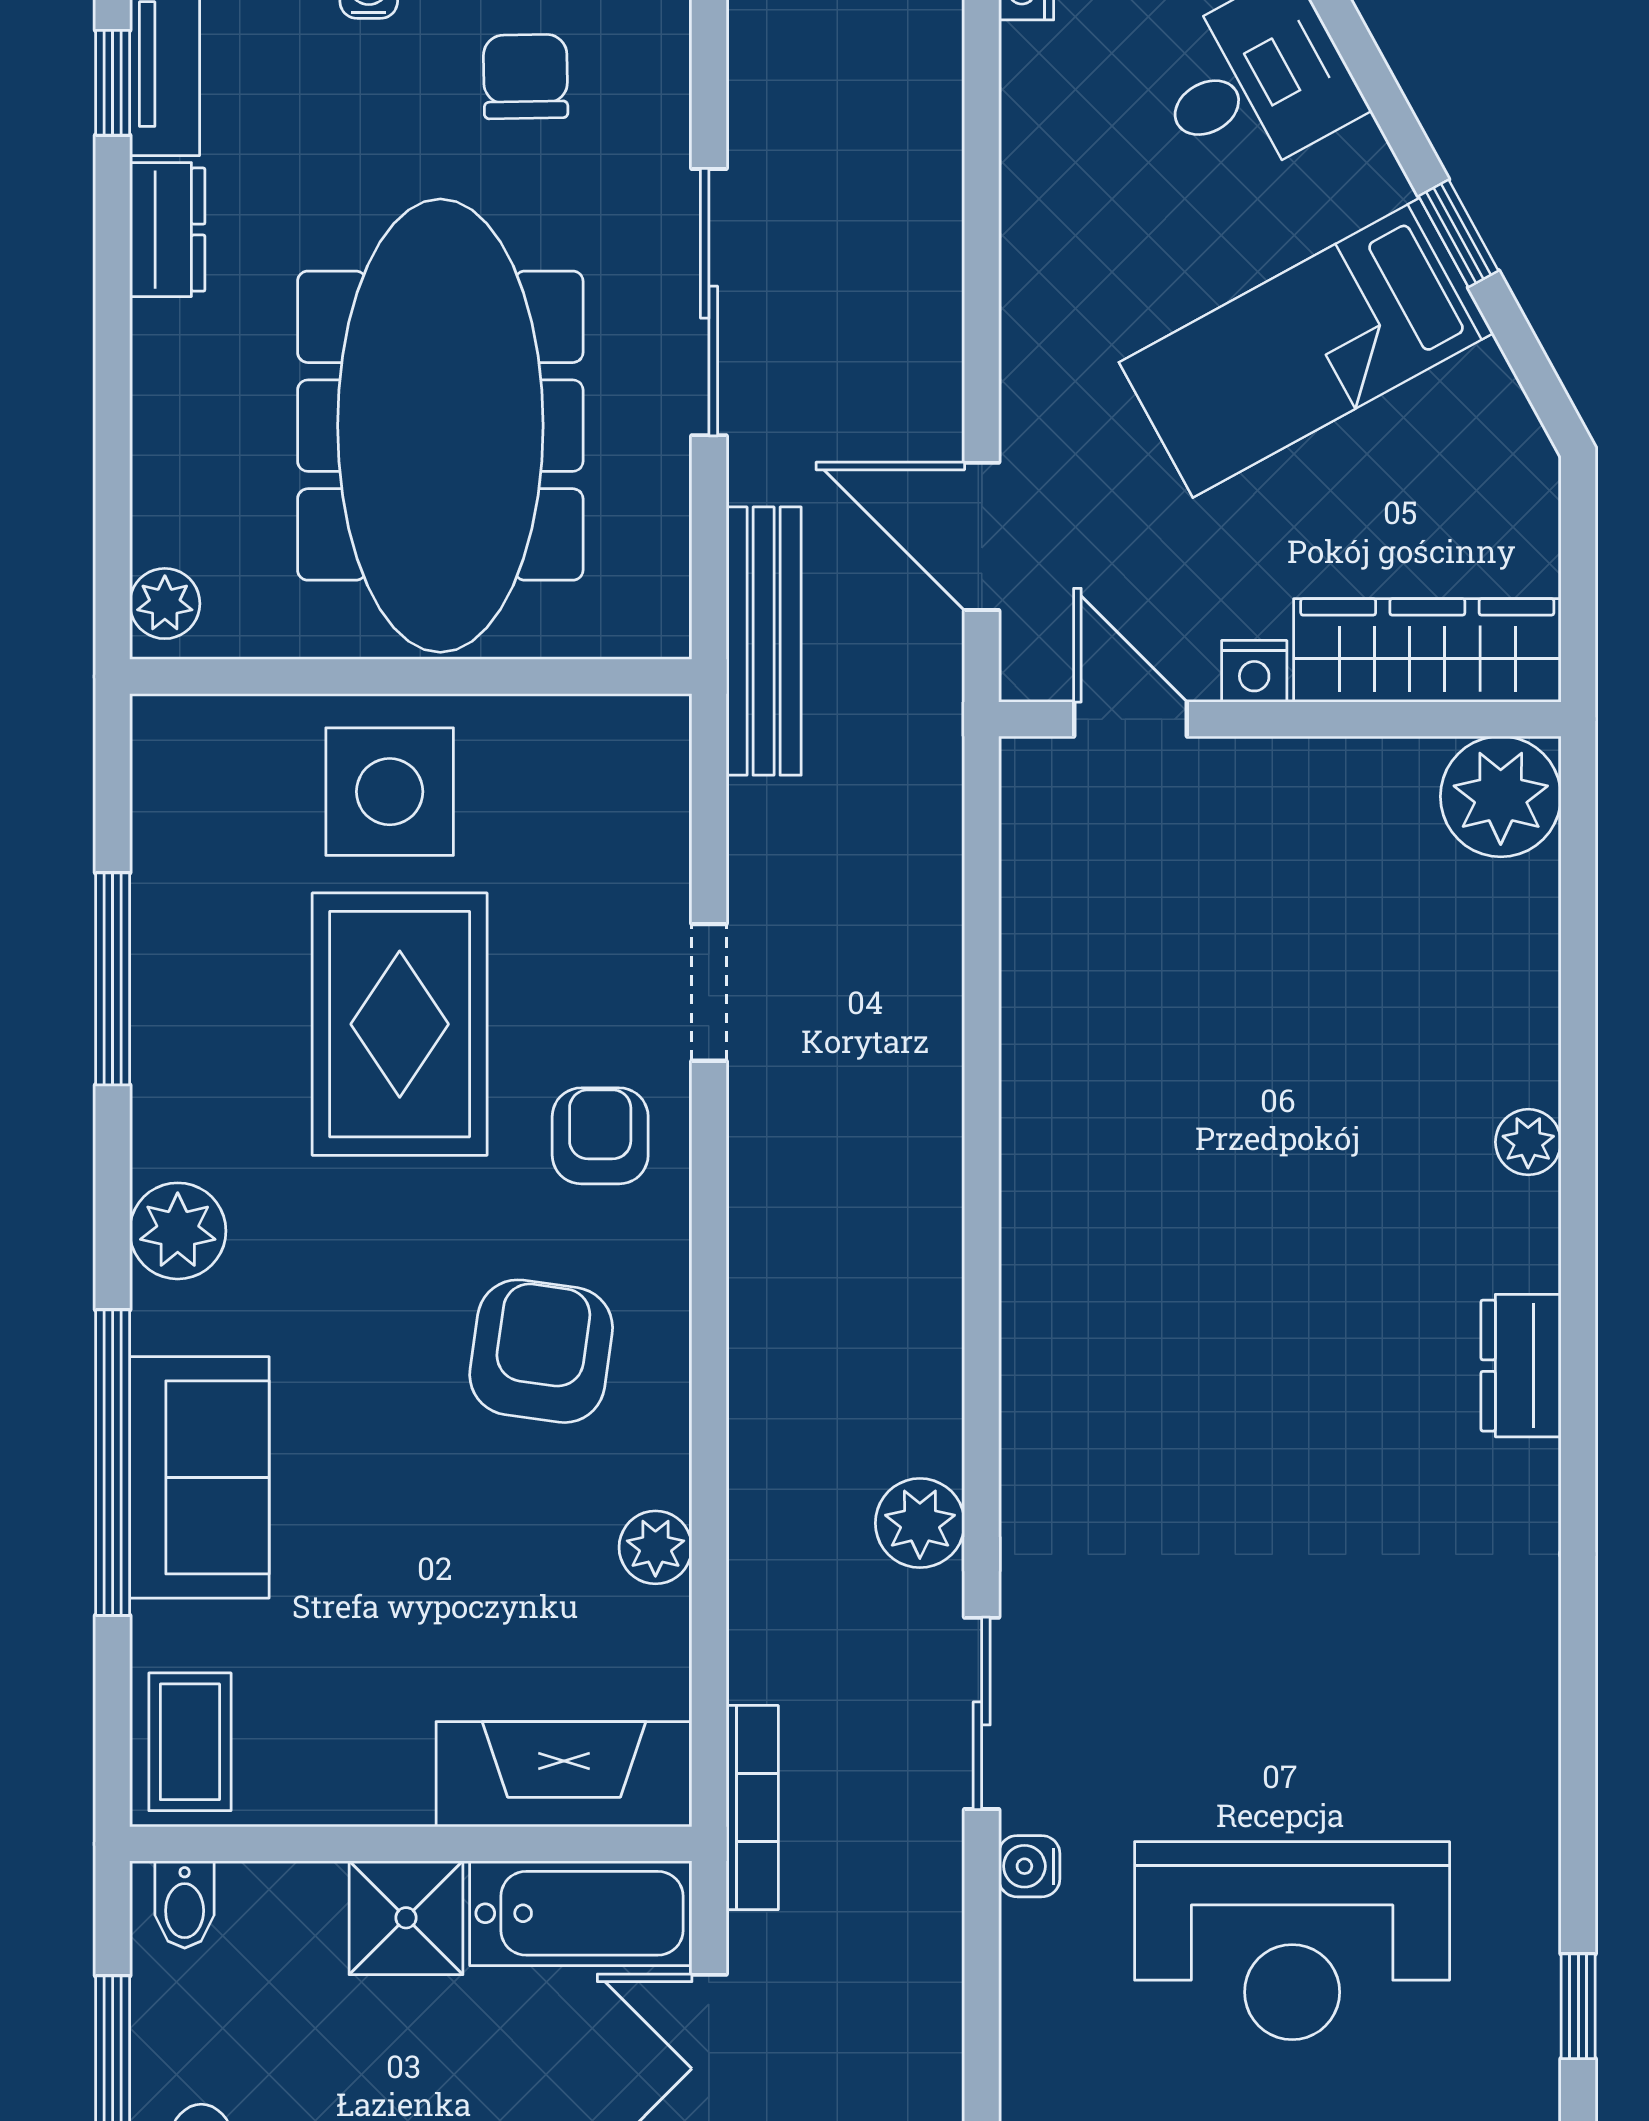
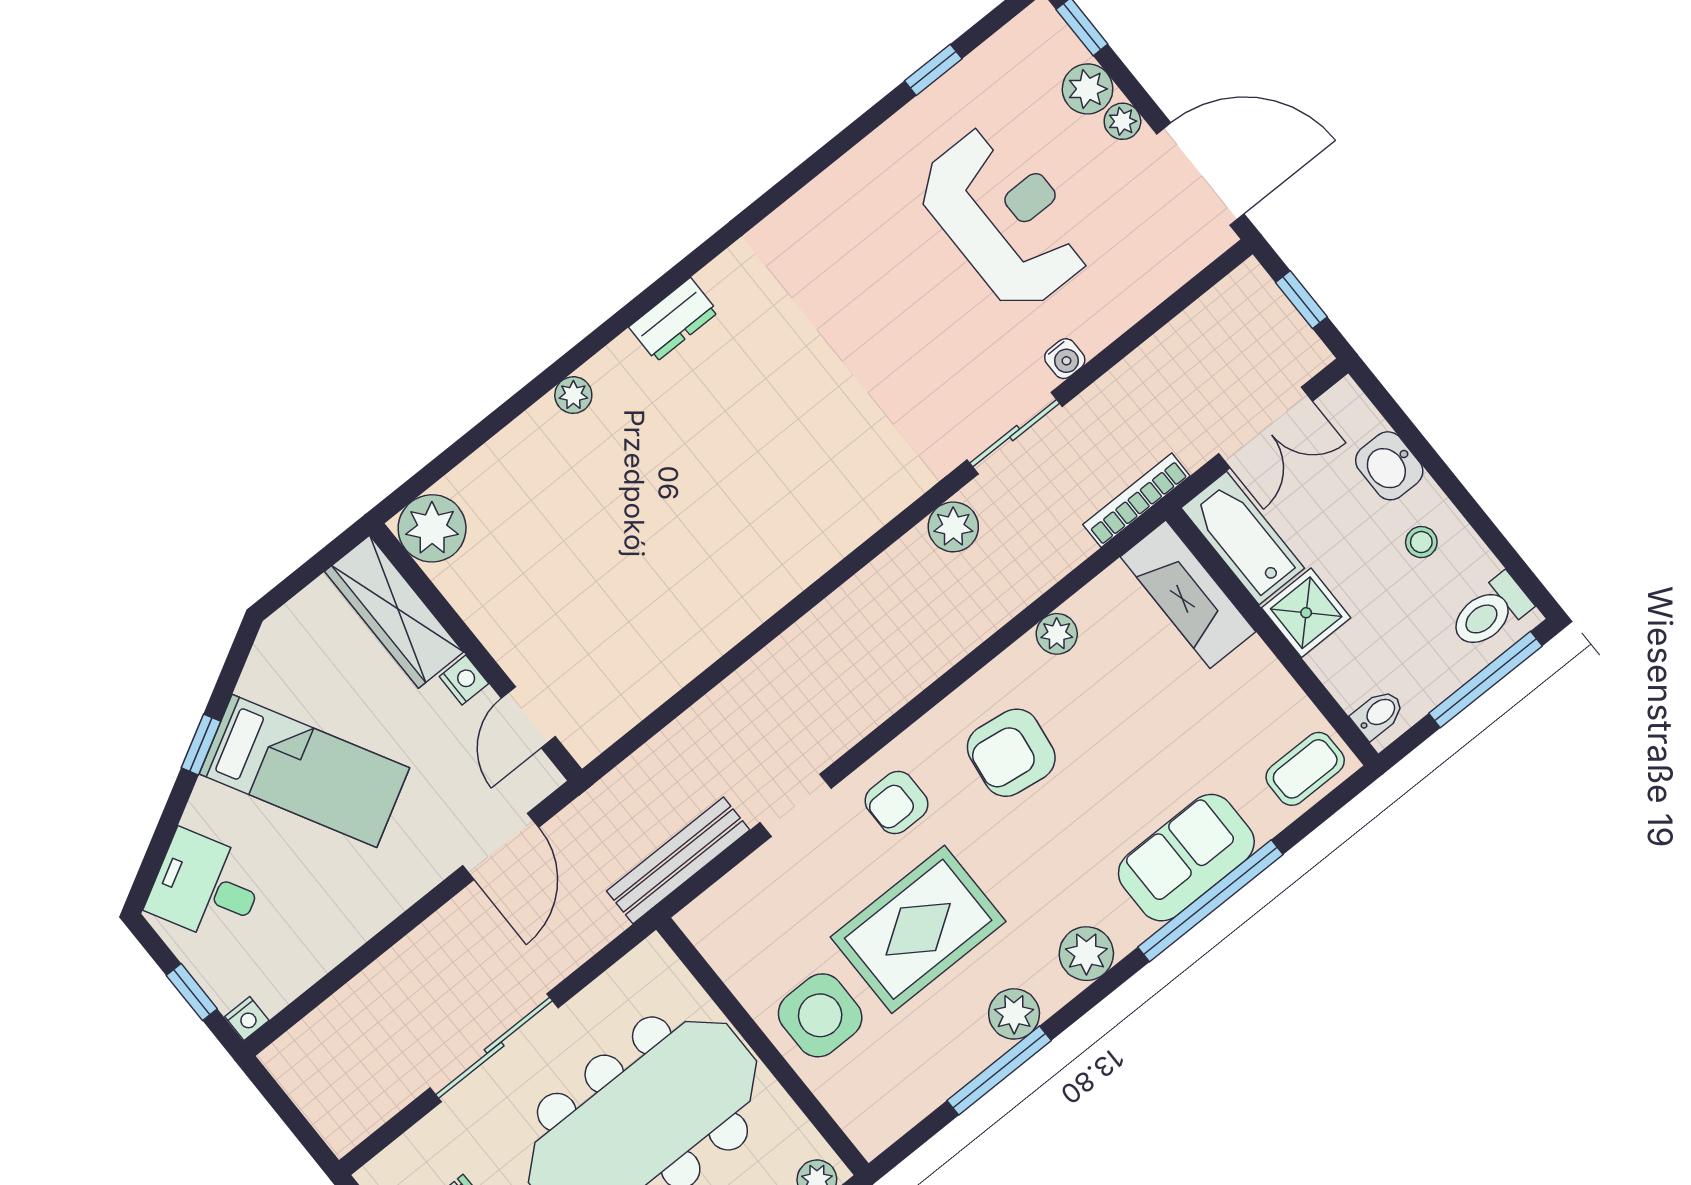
bench: (764, 641) -> (678, 860), moved
plant: (175, 1063) -> (1014, 1014), added

